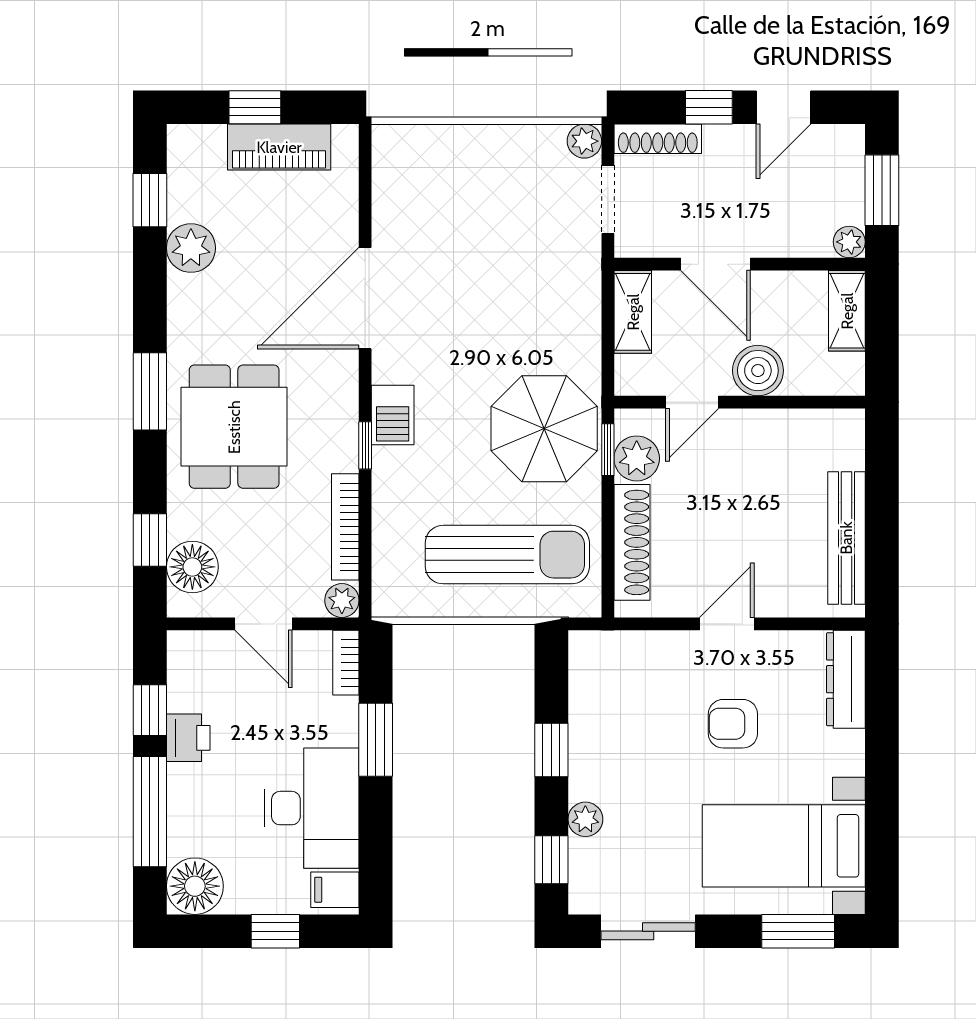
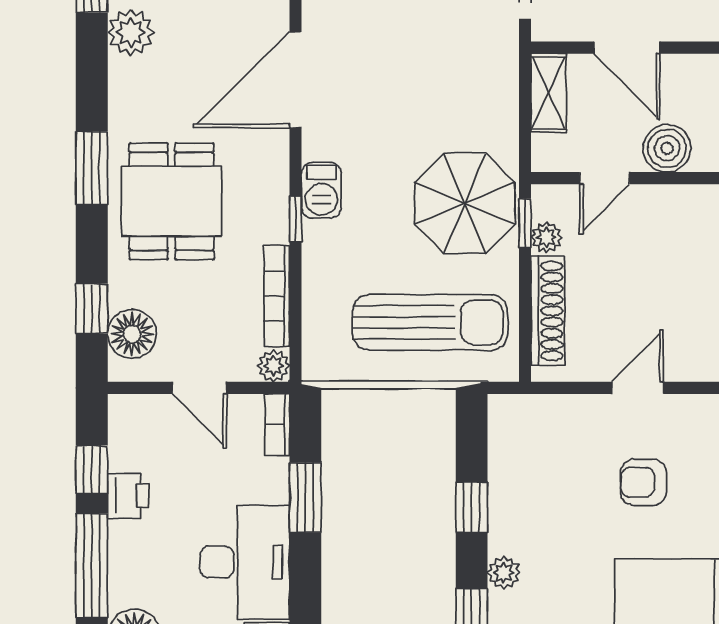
plant: (637, 458) -> (546, 237), width x0.73, depth x0.73

